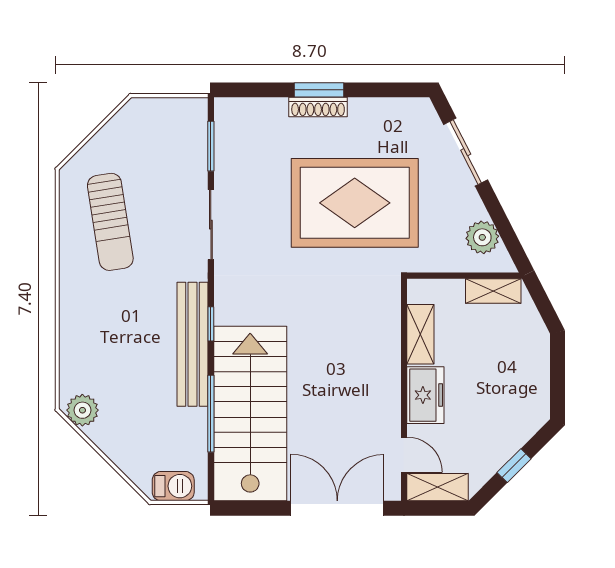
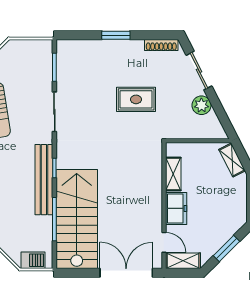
shoe rack: (318, 107) -> (161, 45), moved
rug: (355, 203) -> (136, 99), width x0.54, depth x0.49
plant: (482, 237) -> (201, 105), moved
shelving: (493, 291) -> (232, 160), moved, turned 63
window: (514, 466) -> (226, 249), width x1.50

